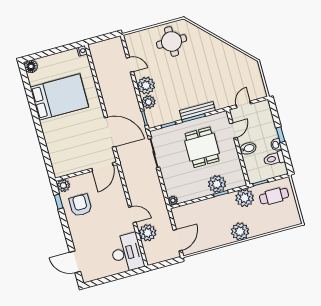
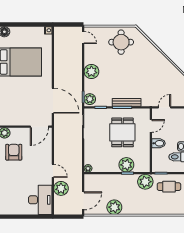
door: (130, 65) -> (83, 38), moved
plant: (148, 102) -> (90, 99), moved
plant: (240, 231) -> (114, 207), moved

